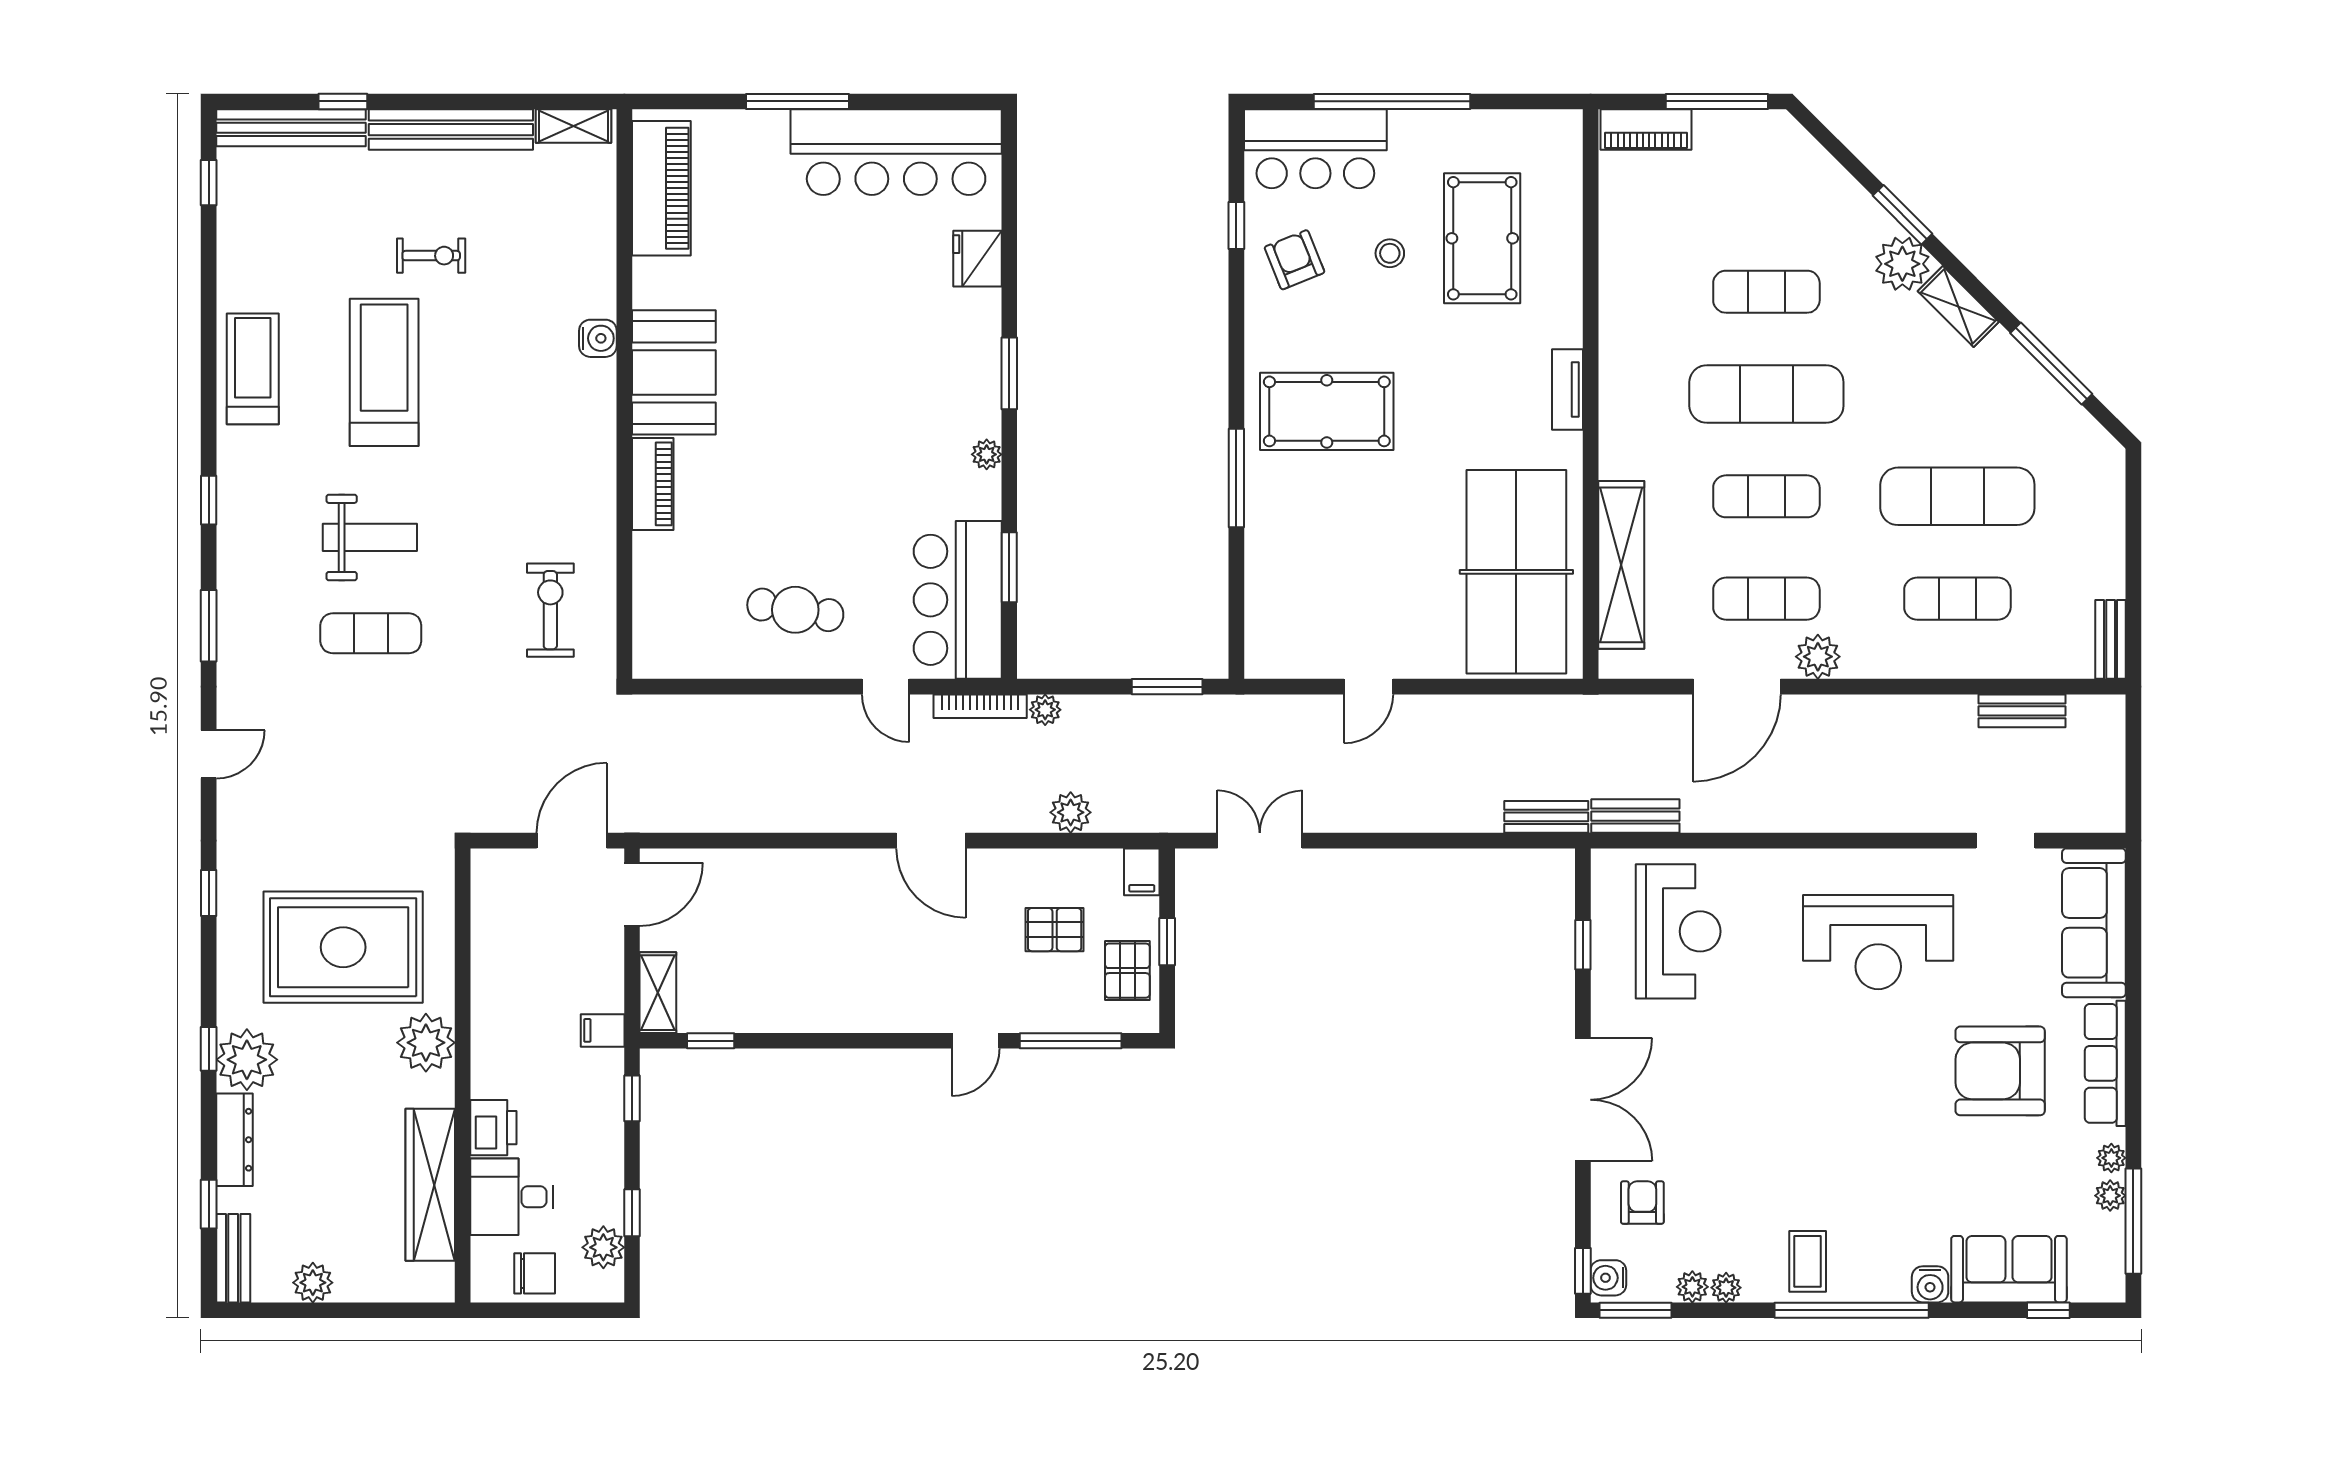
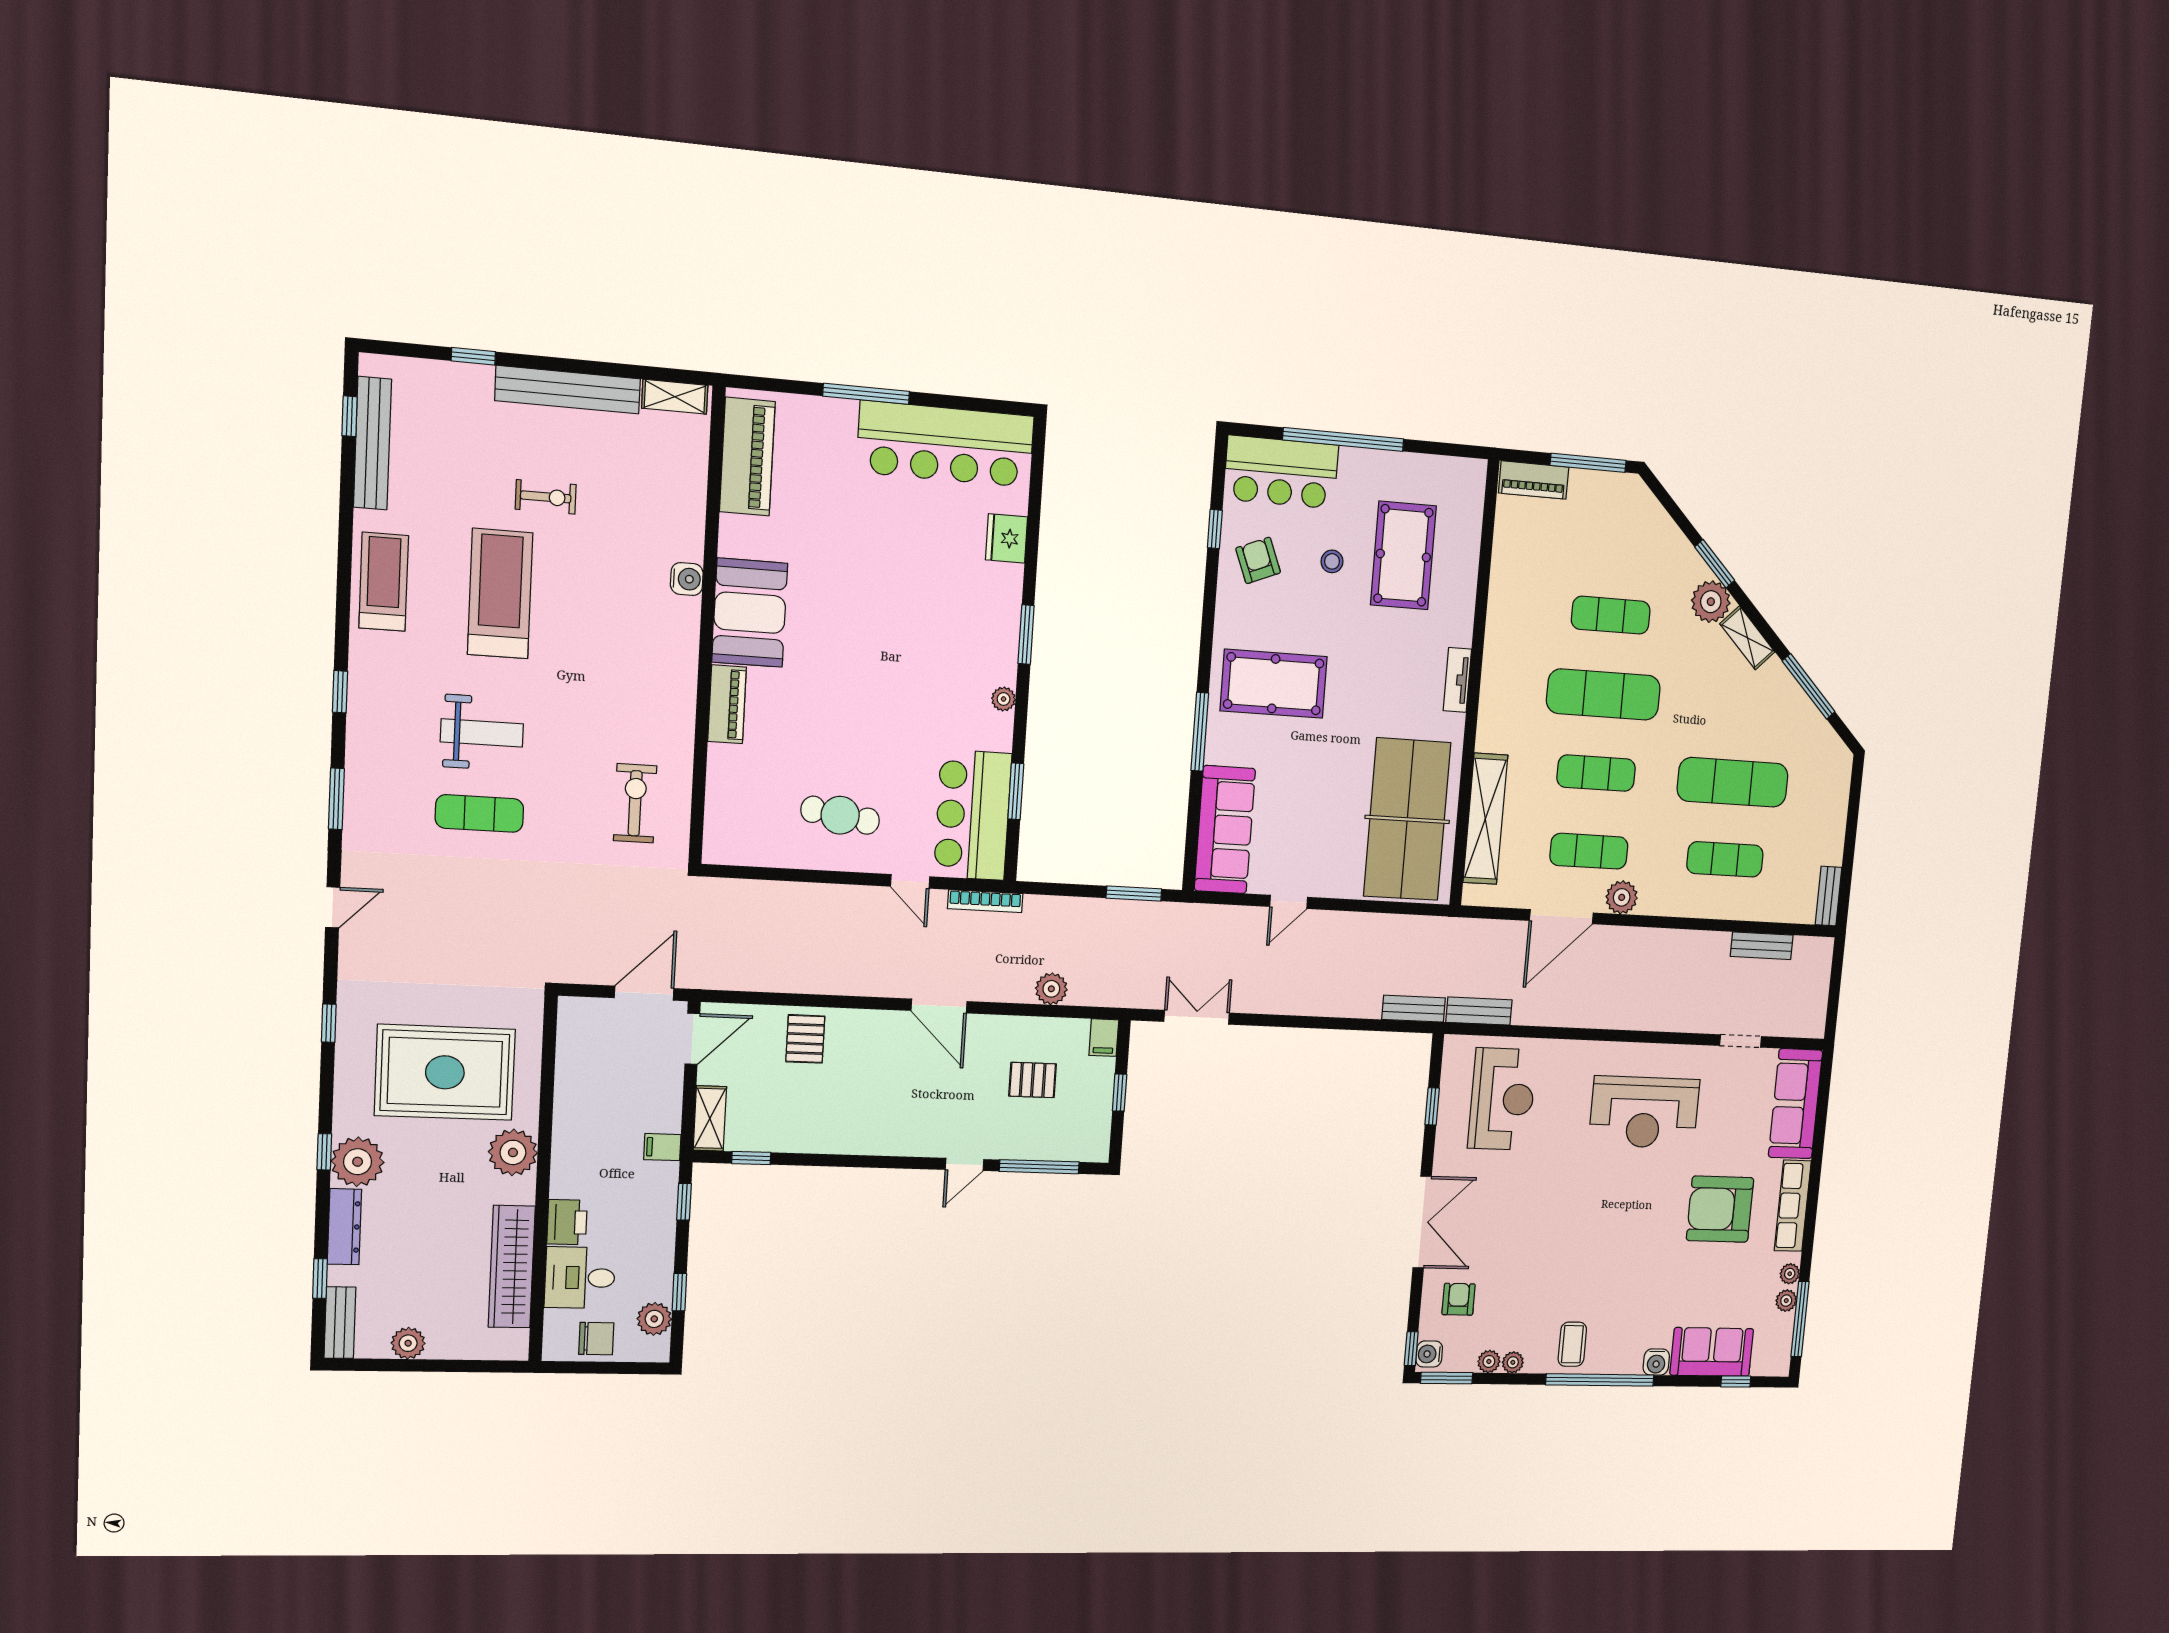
bench: (291, 128) -> (372, 443), moved, turned 90
sofa: (1278, 599) -> (1225, 830), added
plant: (1045, 710) -> (1037, 907), removed
pallet: (1127, 971) -> (805, 1039), moved

